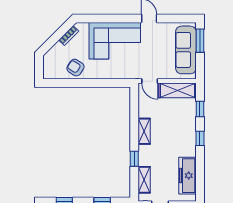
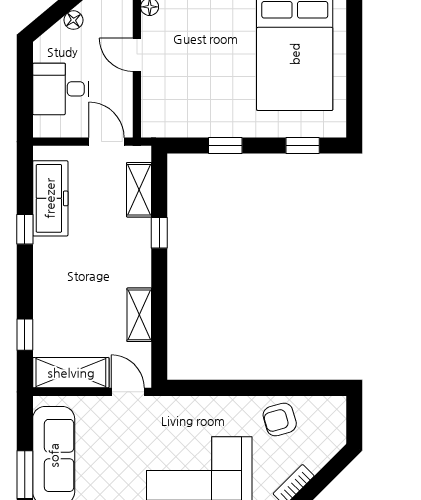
armchair: (75, 68) -> (280, 419), turned 131
shelving: (144, 131) -> (139, 315), moved
window: (200, 138) -> (25, 229), moved

